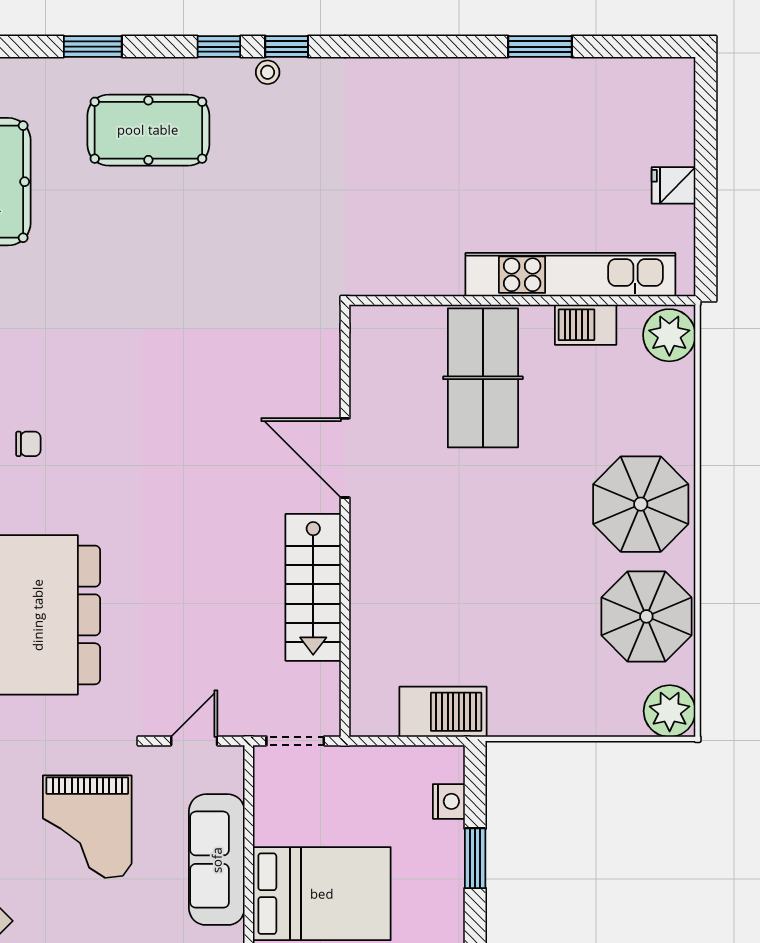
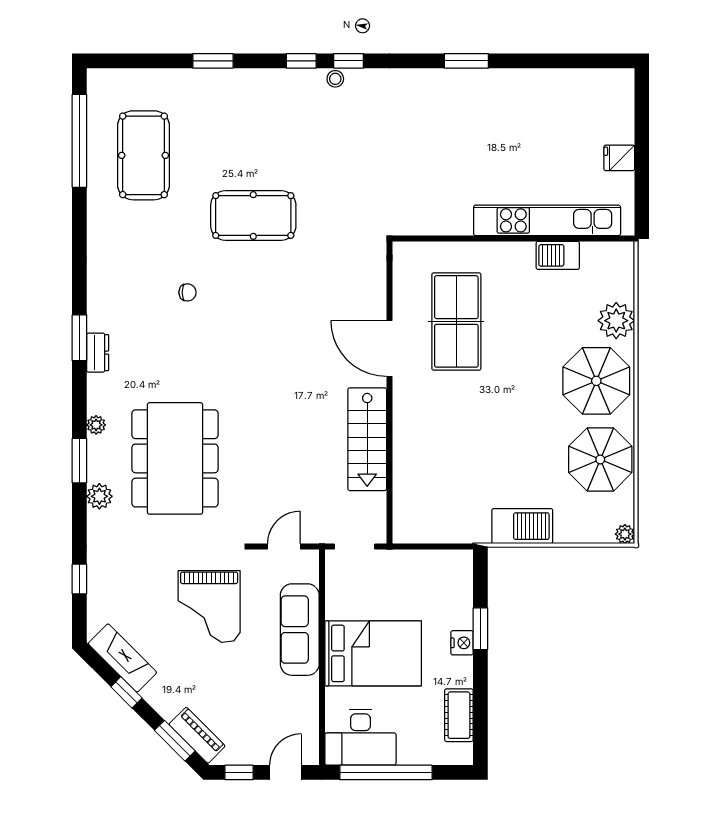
window: (540, 47) -> (466, 61), moved
pool table: (148, 130) -> (253, 216), moved
plant: (669, 335) -> (616, 321), moved
table tennis table: (483, 378) -> (456, 321), moved
chair: (28, 444) -> (187, 292), moved
plant: (670, 711) -> (625, 534), width x0.53, depth x0.53
barbecue: (443, 712) -> (522, 526), moved
nightstand: (449, 801) -> (462, 643), moved

